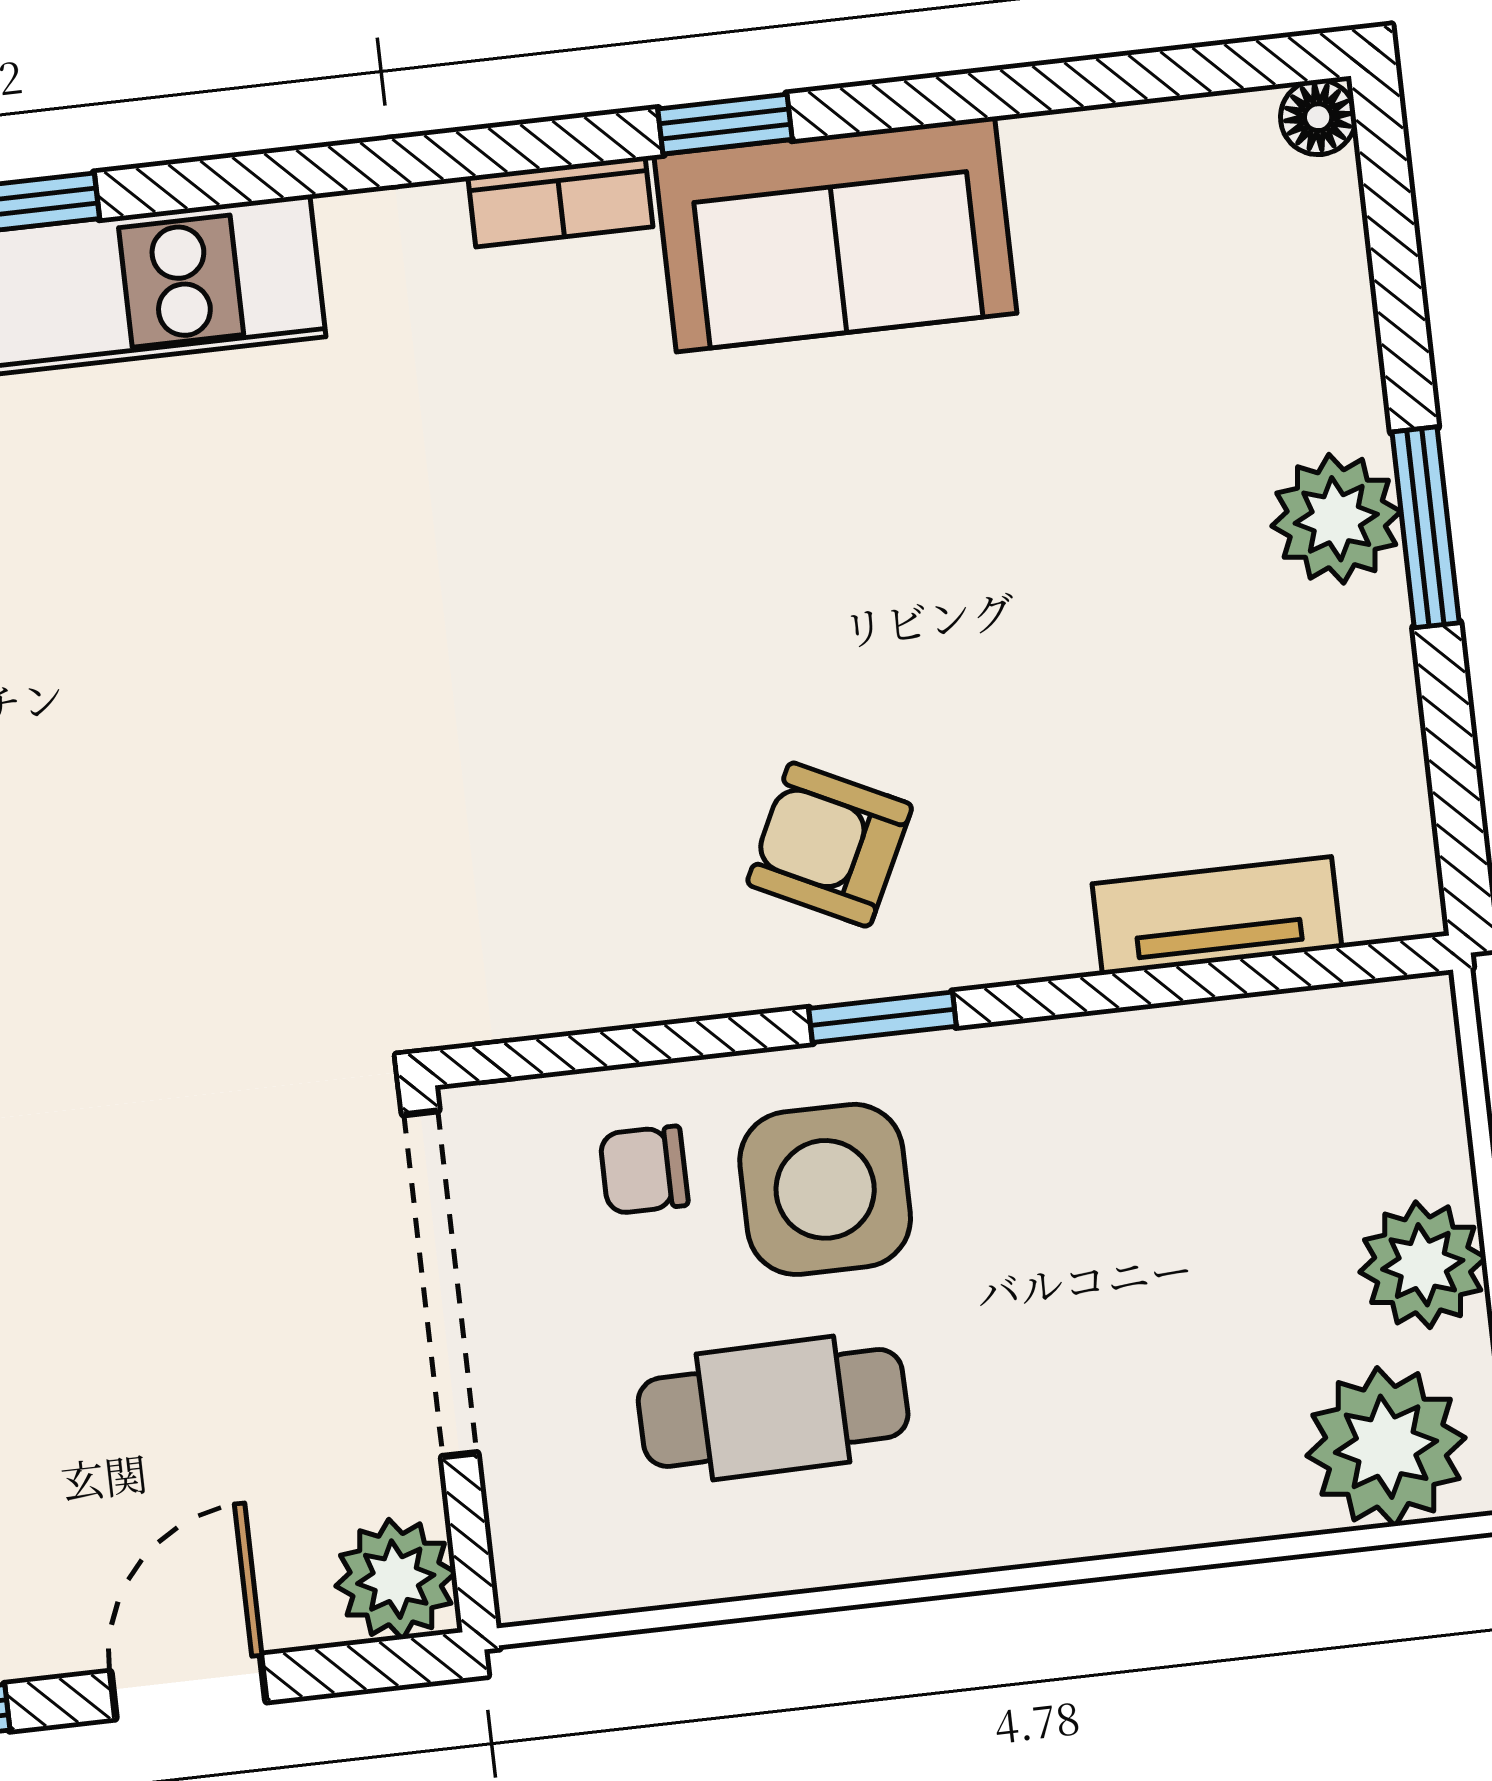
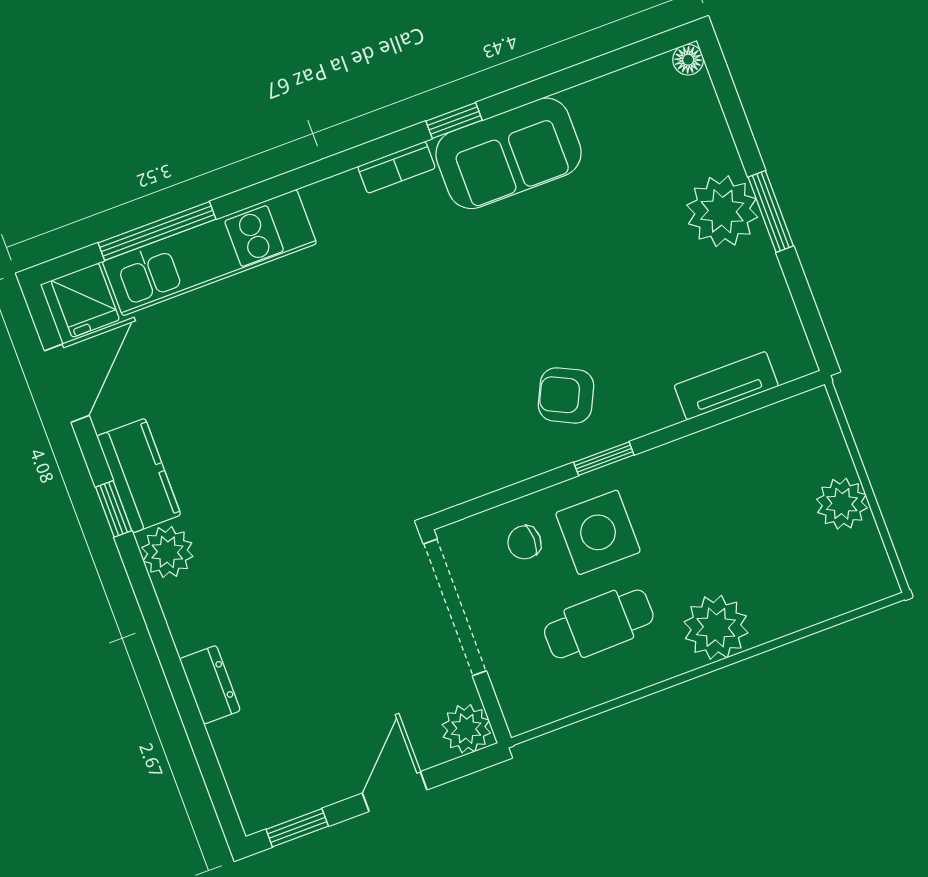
plant: (1336, 519) -> (722, 211), width x1.36, depth x1.36
plant: (1386, 1447) -> (716, 627), moved

